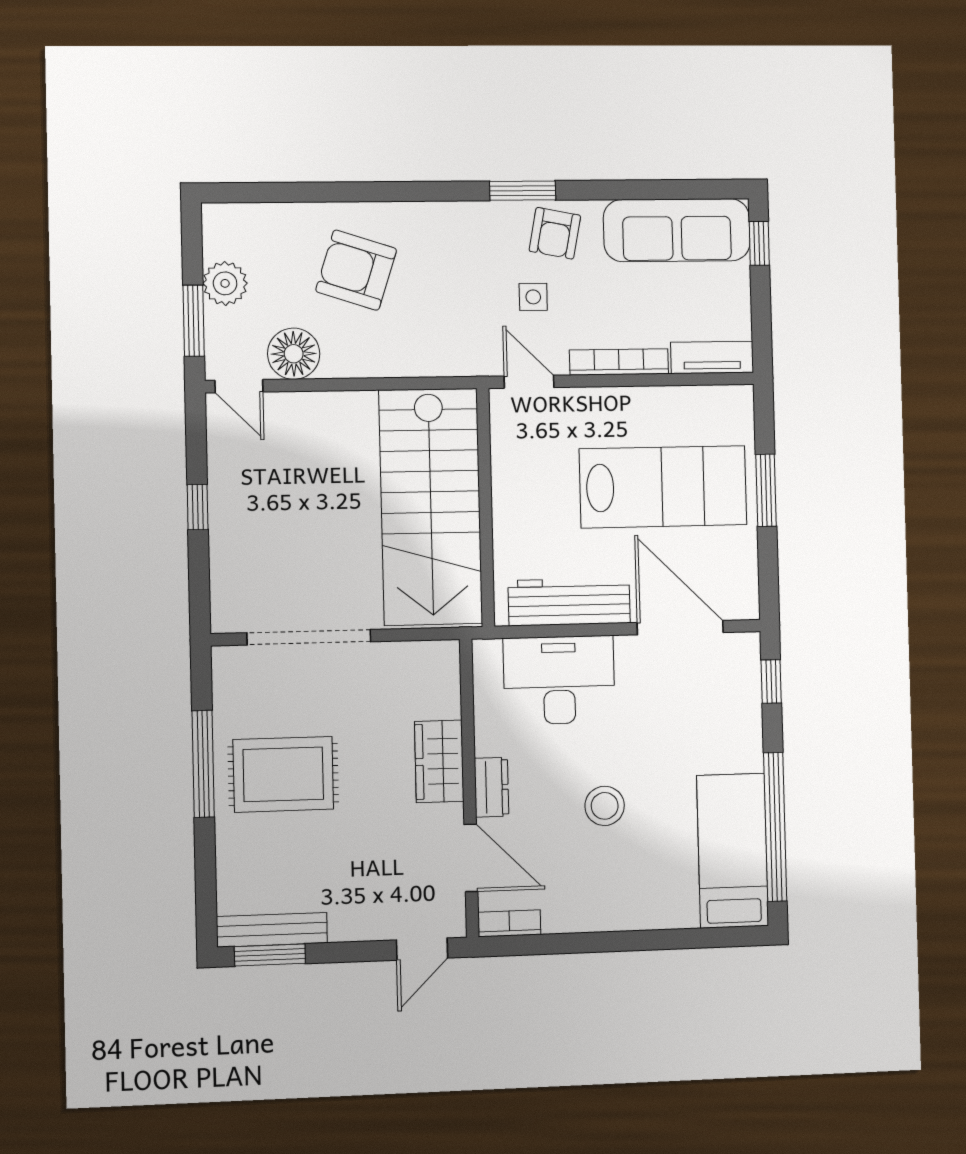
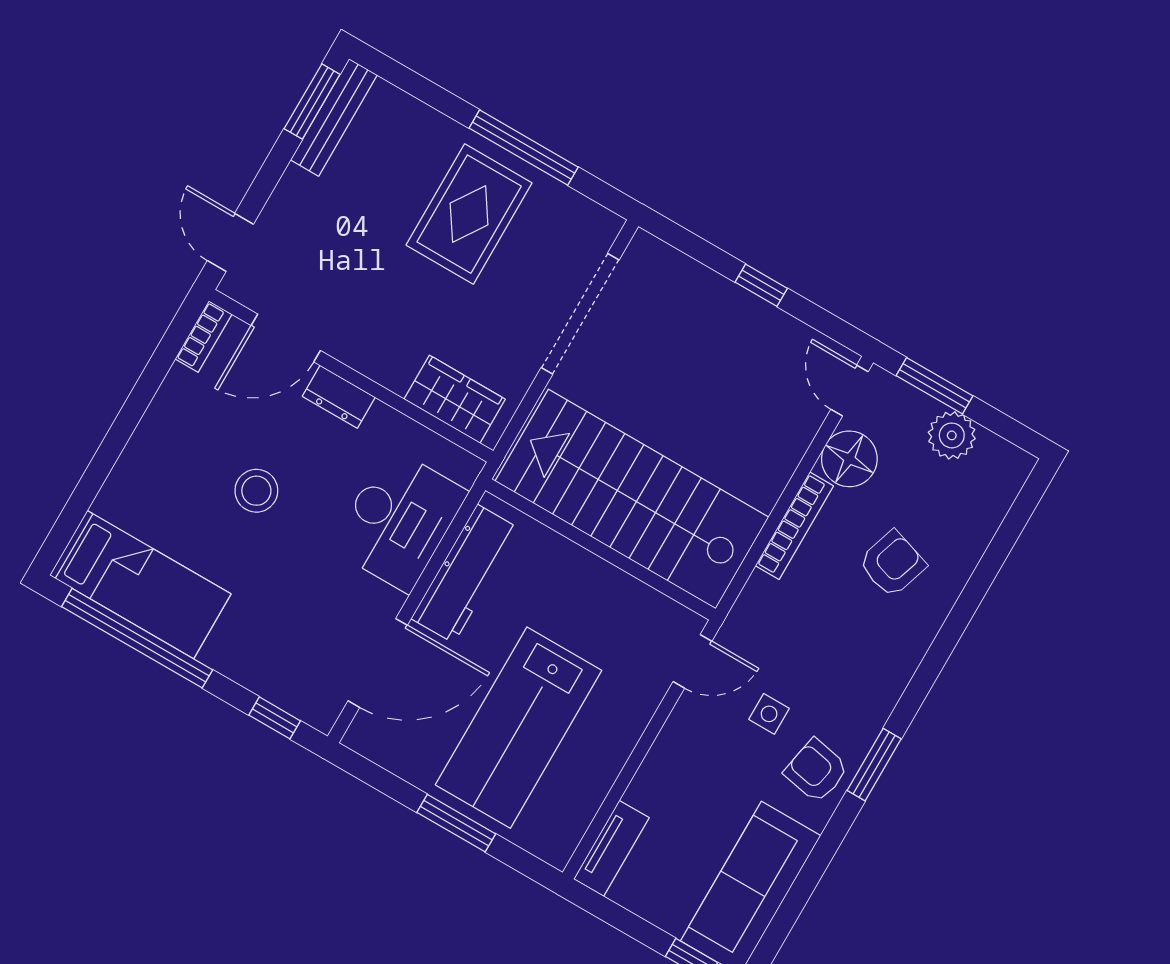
armchair: (356, 270) -> (892, 564), width x0.72, depth x0.72
bookcase: (619, 362) -> (794, 526), moved
door: (239, 386) -> (850, 390), hinge flipped
wardrobe: (439, 761) -> (455, 399), moved

